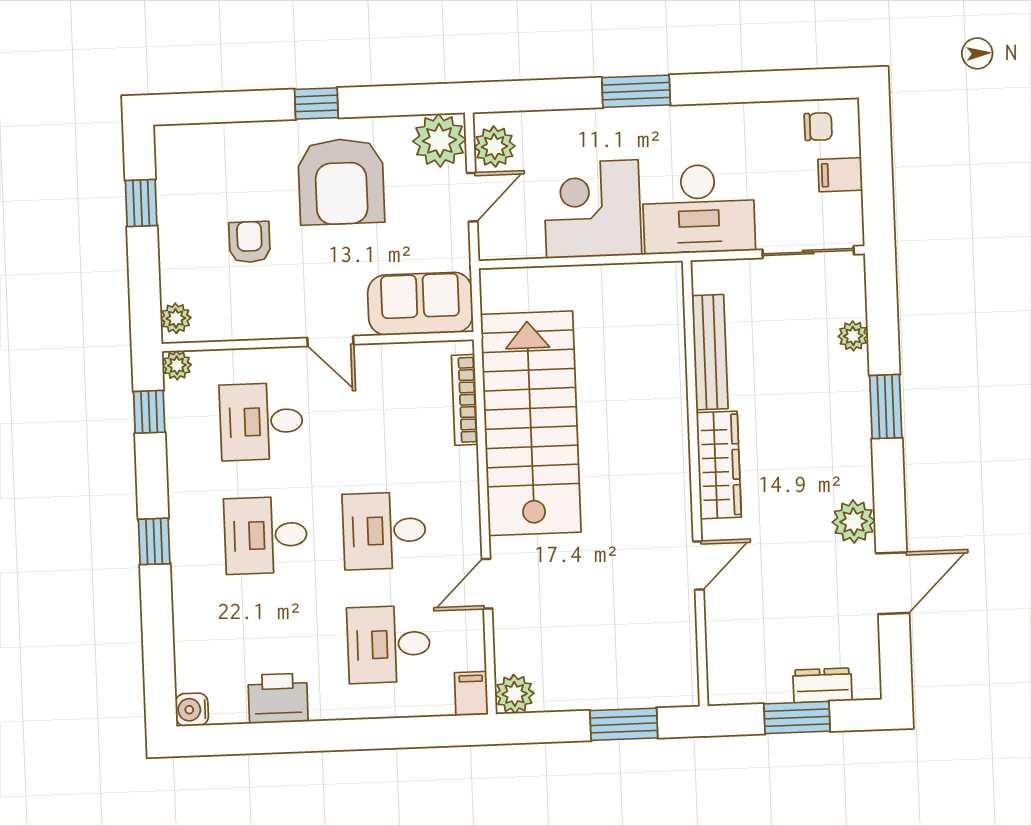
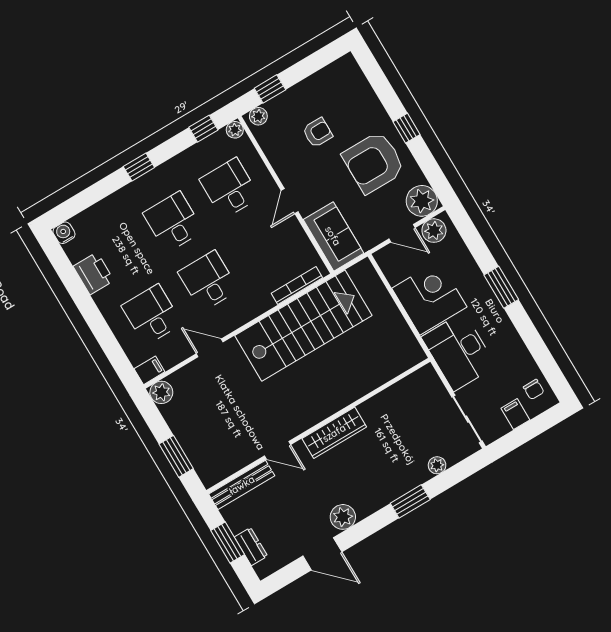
window: (141, 203) -> (270, 89), moved
bench: (710, 352) -> (242, 485), moved

